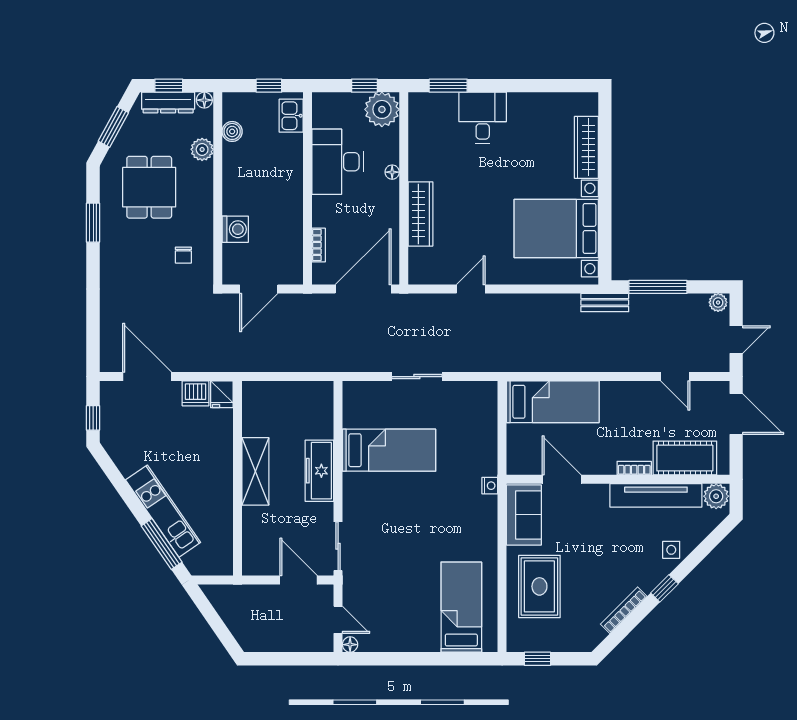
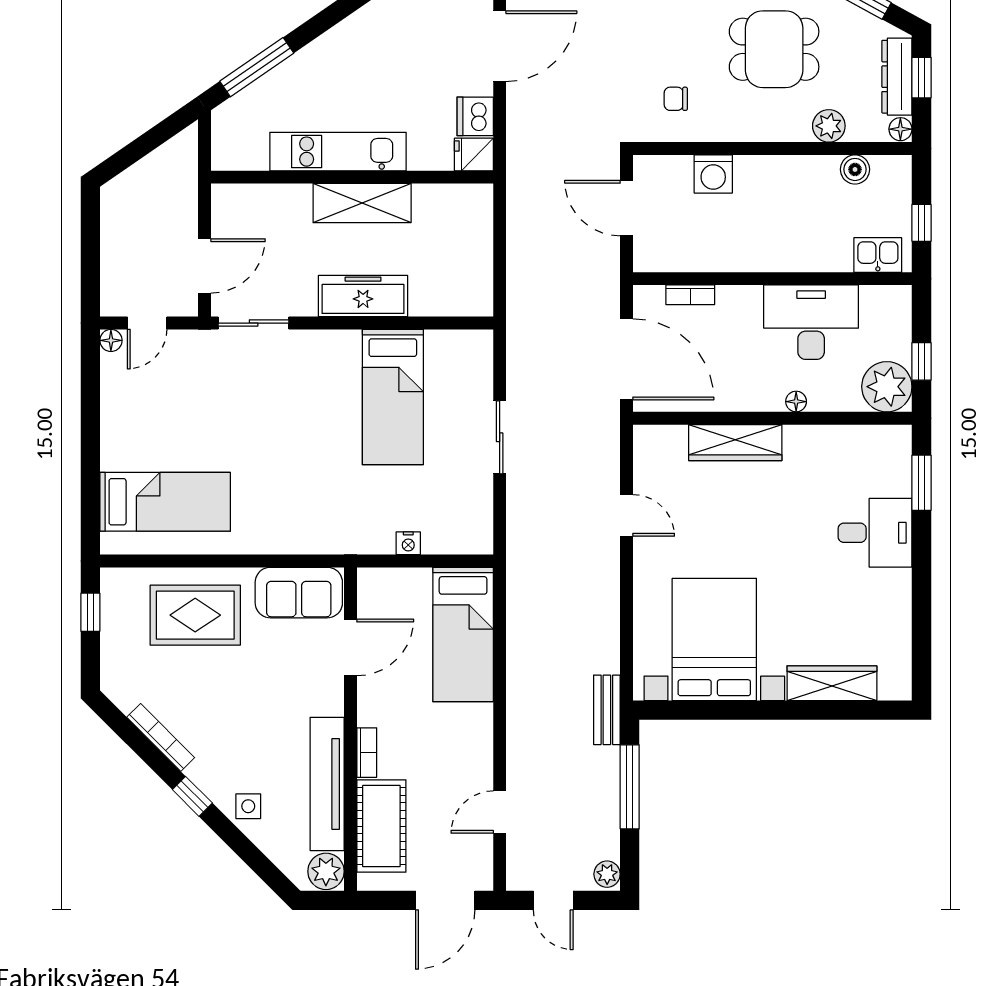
nightstand: (490, 486) -> (408, 543), moved
kitchen unit: (163, 511) -> (338, 152), moved, turned -145

